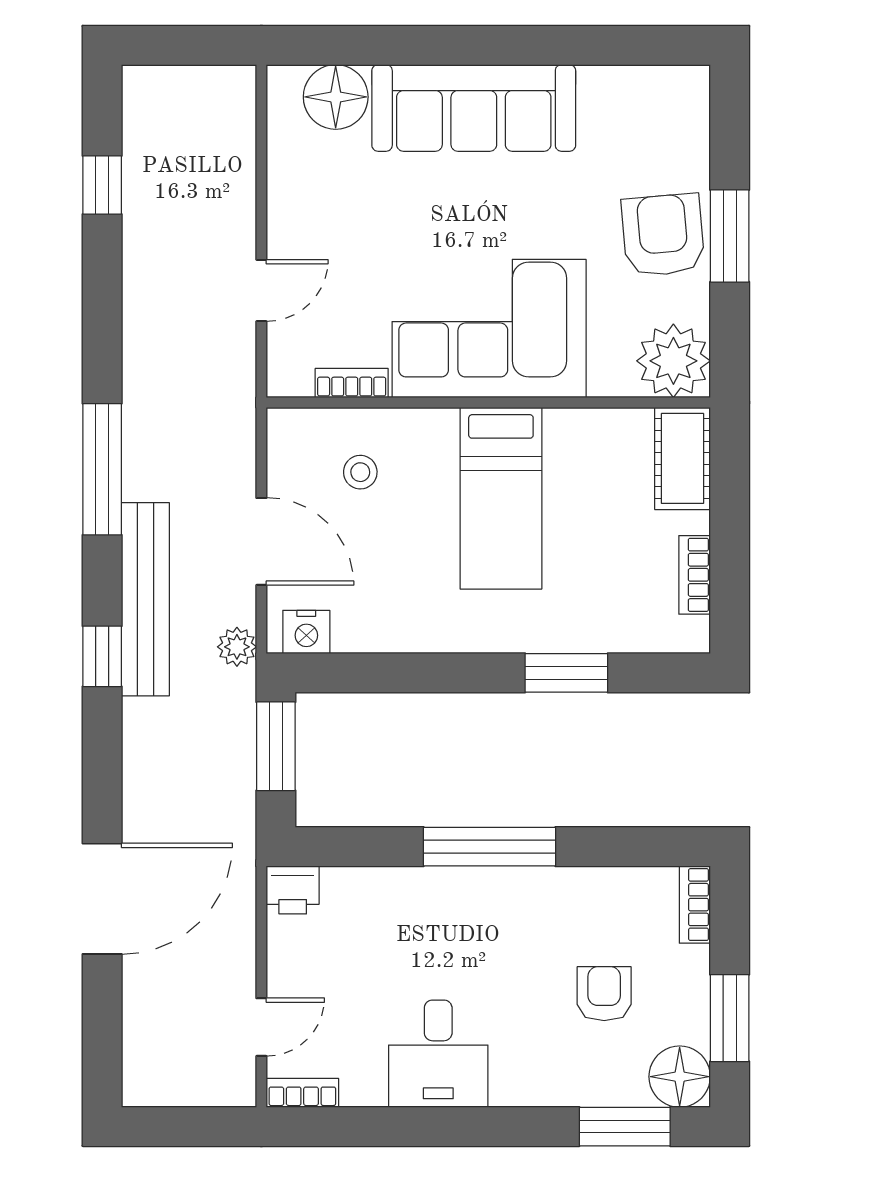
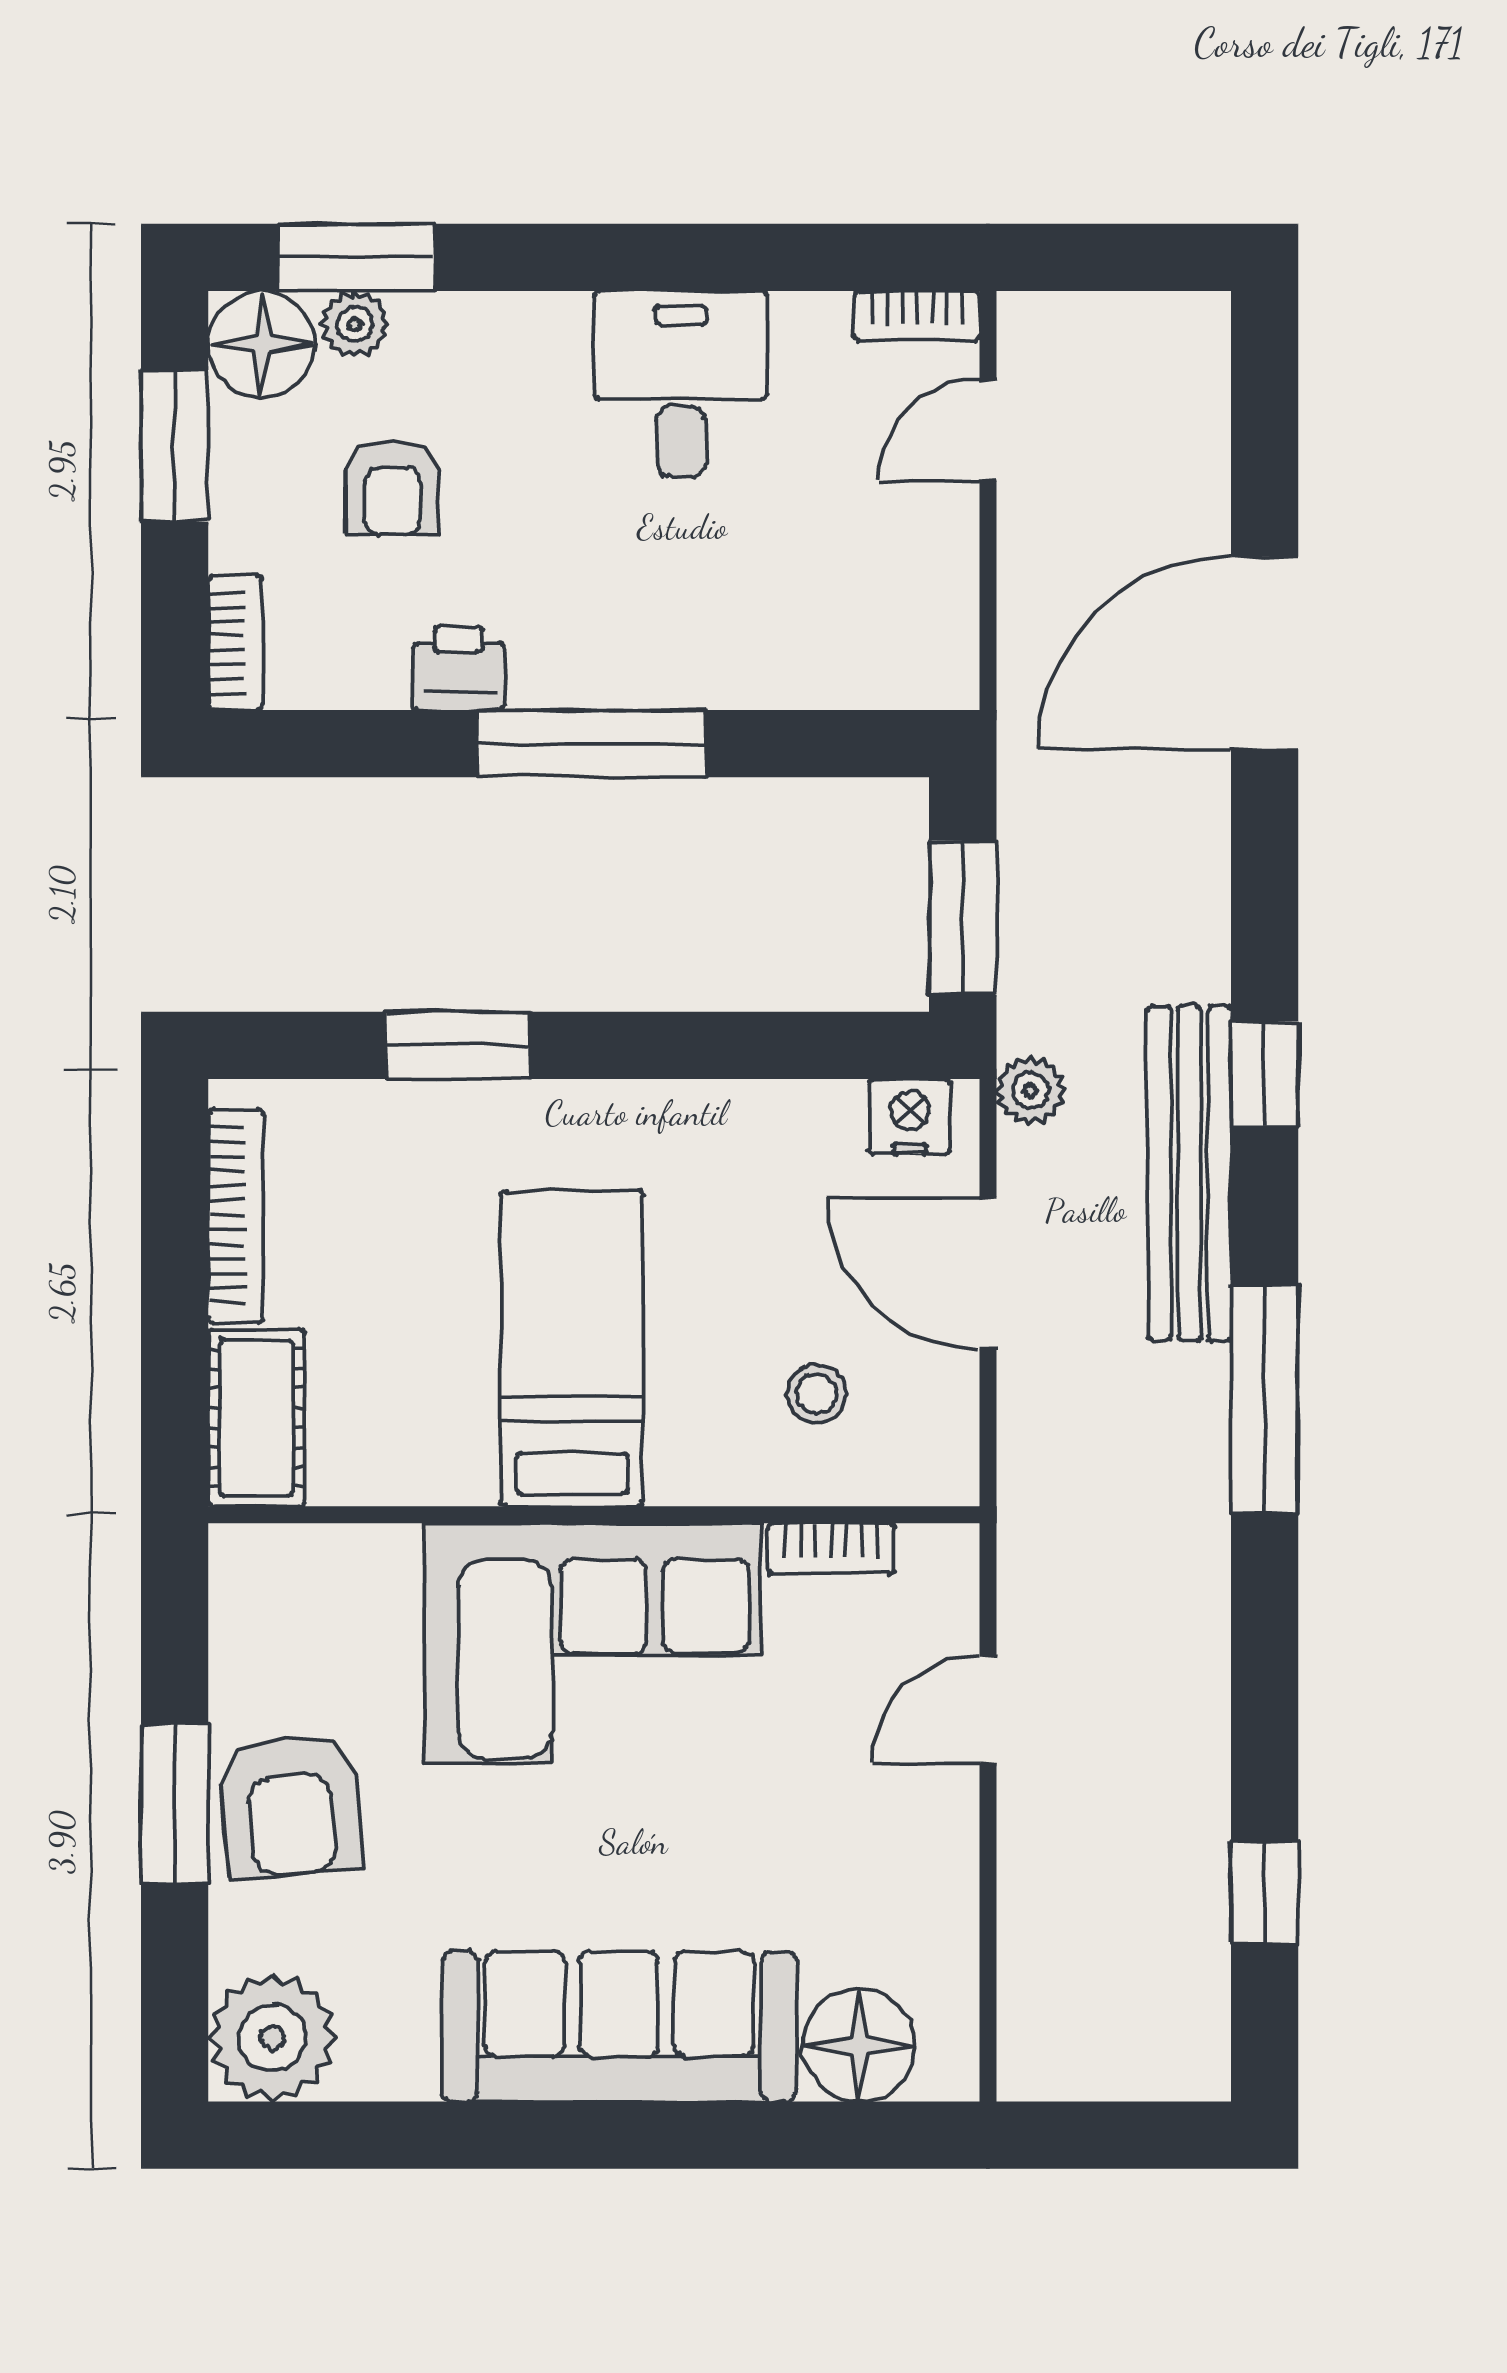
plant: (673, 361) -> (272, 2038), moved
bookcase: (695, 575) -> (236, 1216), width x1.56
printer: (293, 890) -> (458, 668), moved
plant: (626, 1088) -> (355, 324), added

